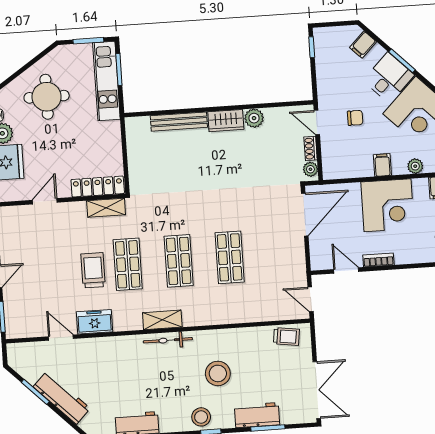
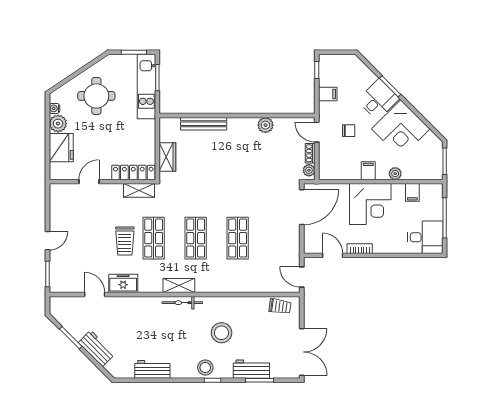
filing cabinet: (363, 45) -> (328, 94), moved, turned -135
wardrobe: (226, 121) -> (167, 157), moved, turned -90
trolley: (93, 270) -> (125, 241), turned 180
workbench: (62, 398) -> (97, 348), width x0.73

